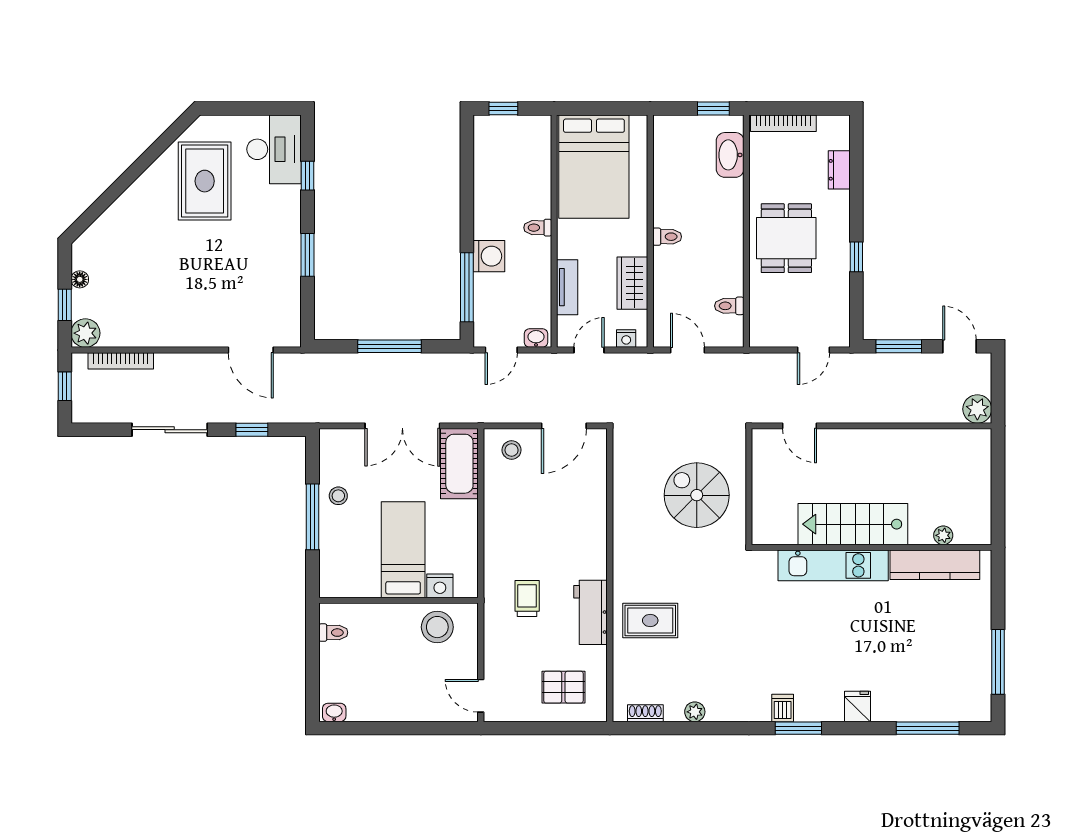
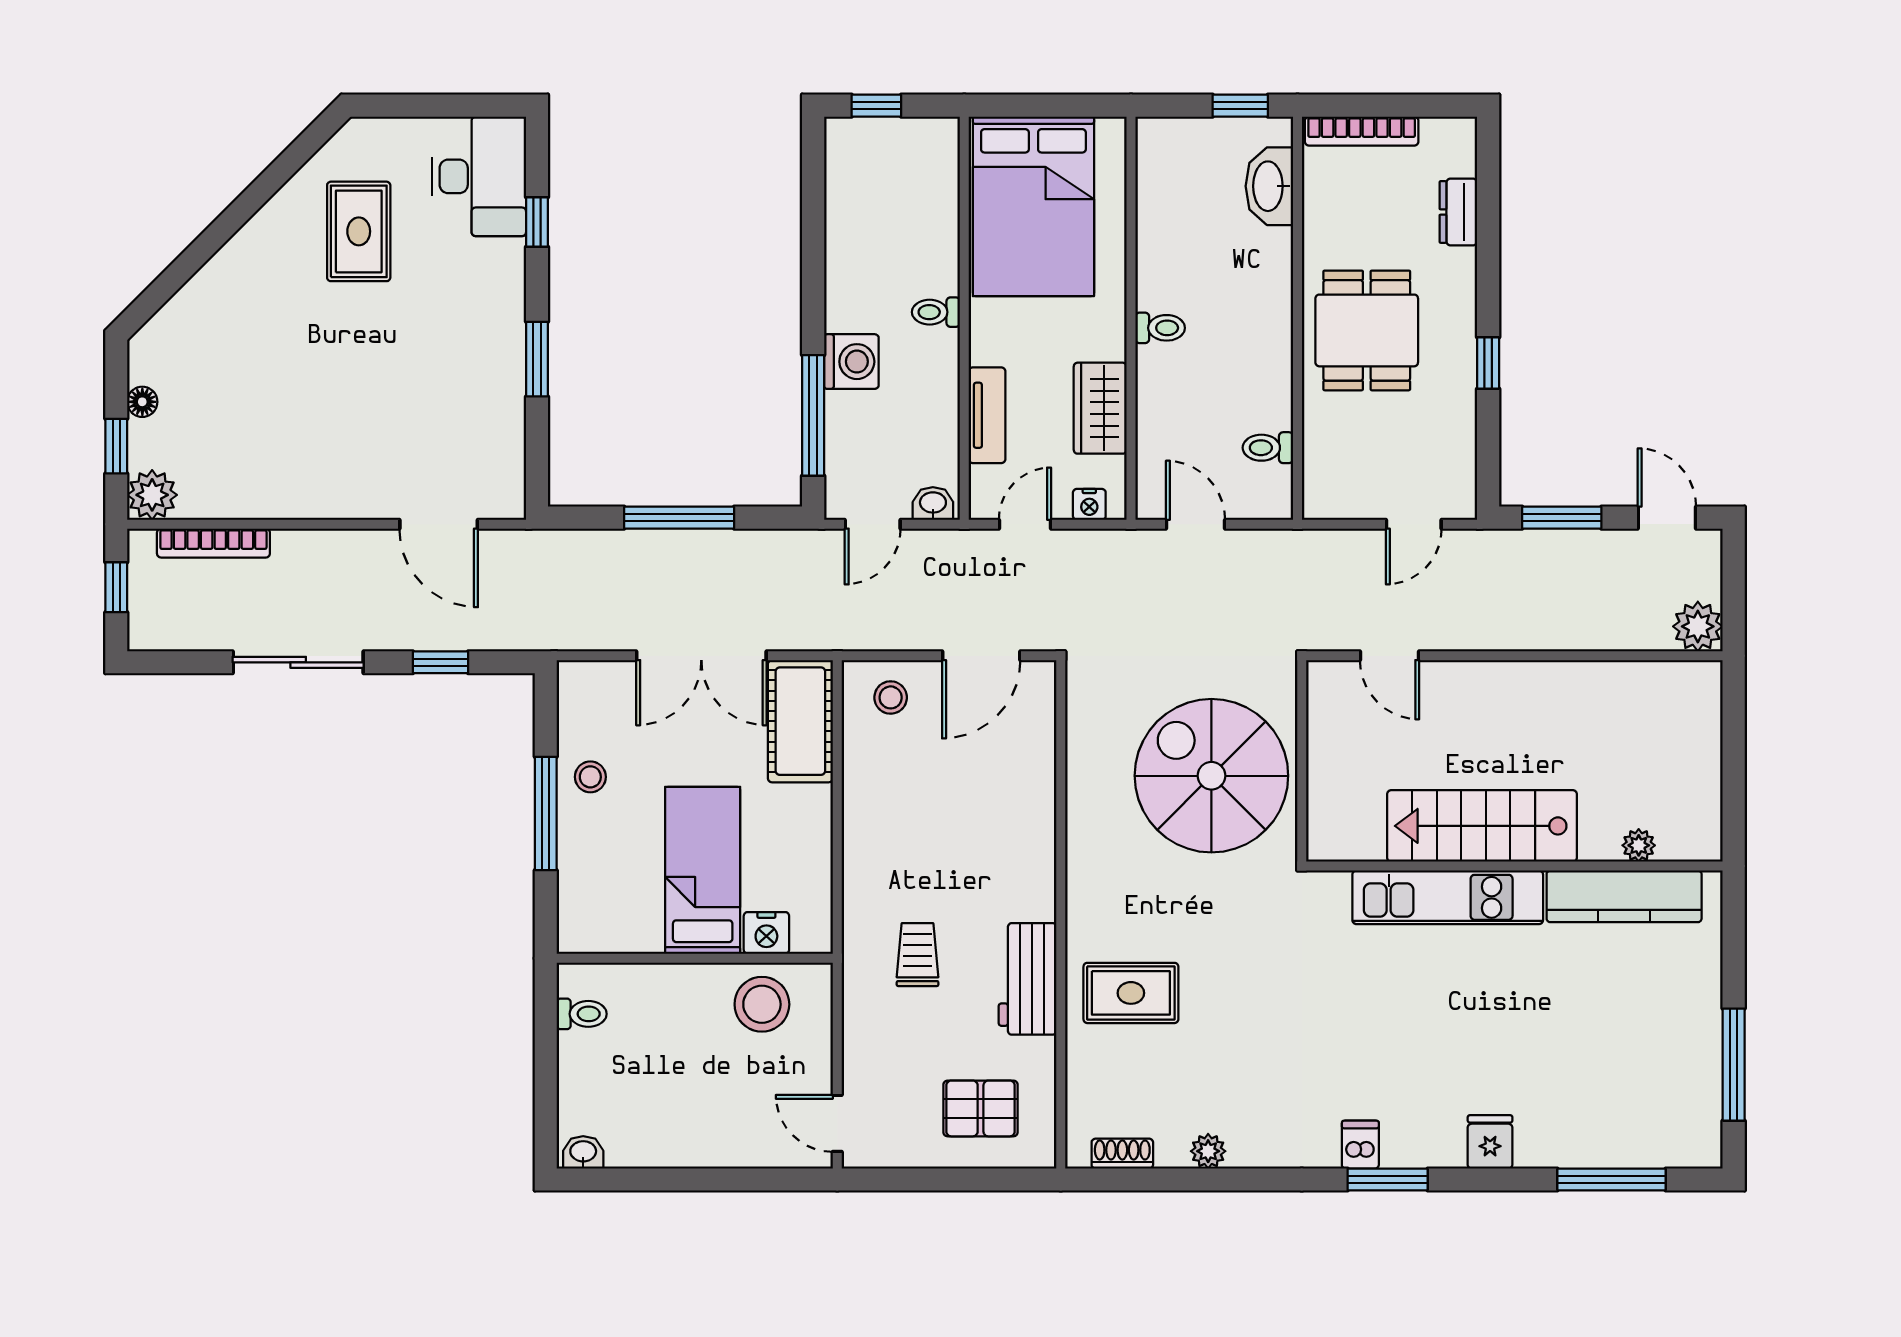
rug: (205, 181) -> (359, 231), width x0.73, depth x0.70
spiral stairs: (697, 495) -> (1211, 776), width x1.37, depth x1.37

